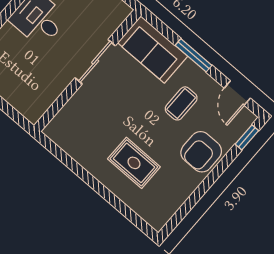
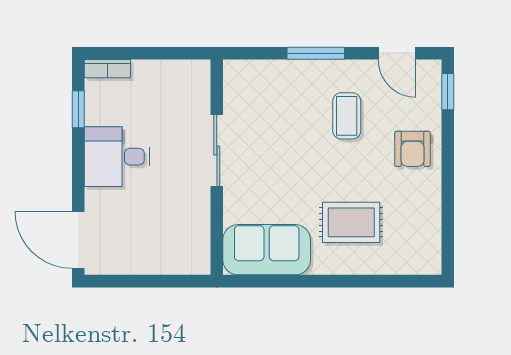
sofa: (153, 49) -> (267, 250), moved, turned 180
armchair: (201, 152) -> (412, 149), width x0.72, depth x0.72

